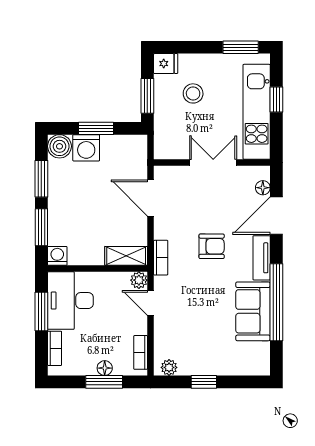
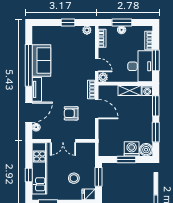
door: (151, 198) -> (97, 109), moved
armchair: (212, 246) -> (71, 113), moved
shelving: (126, 256) -> (130, 90), moved

